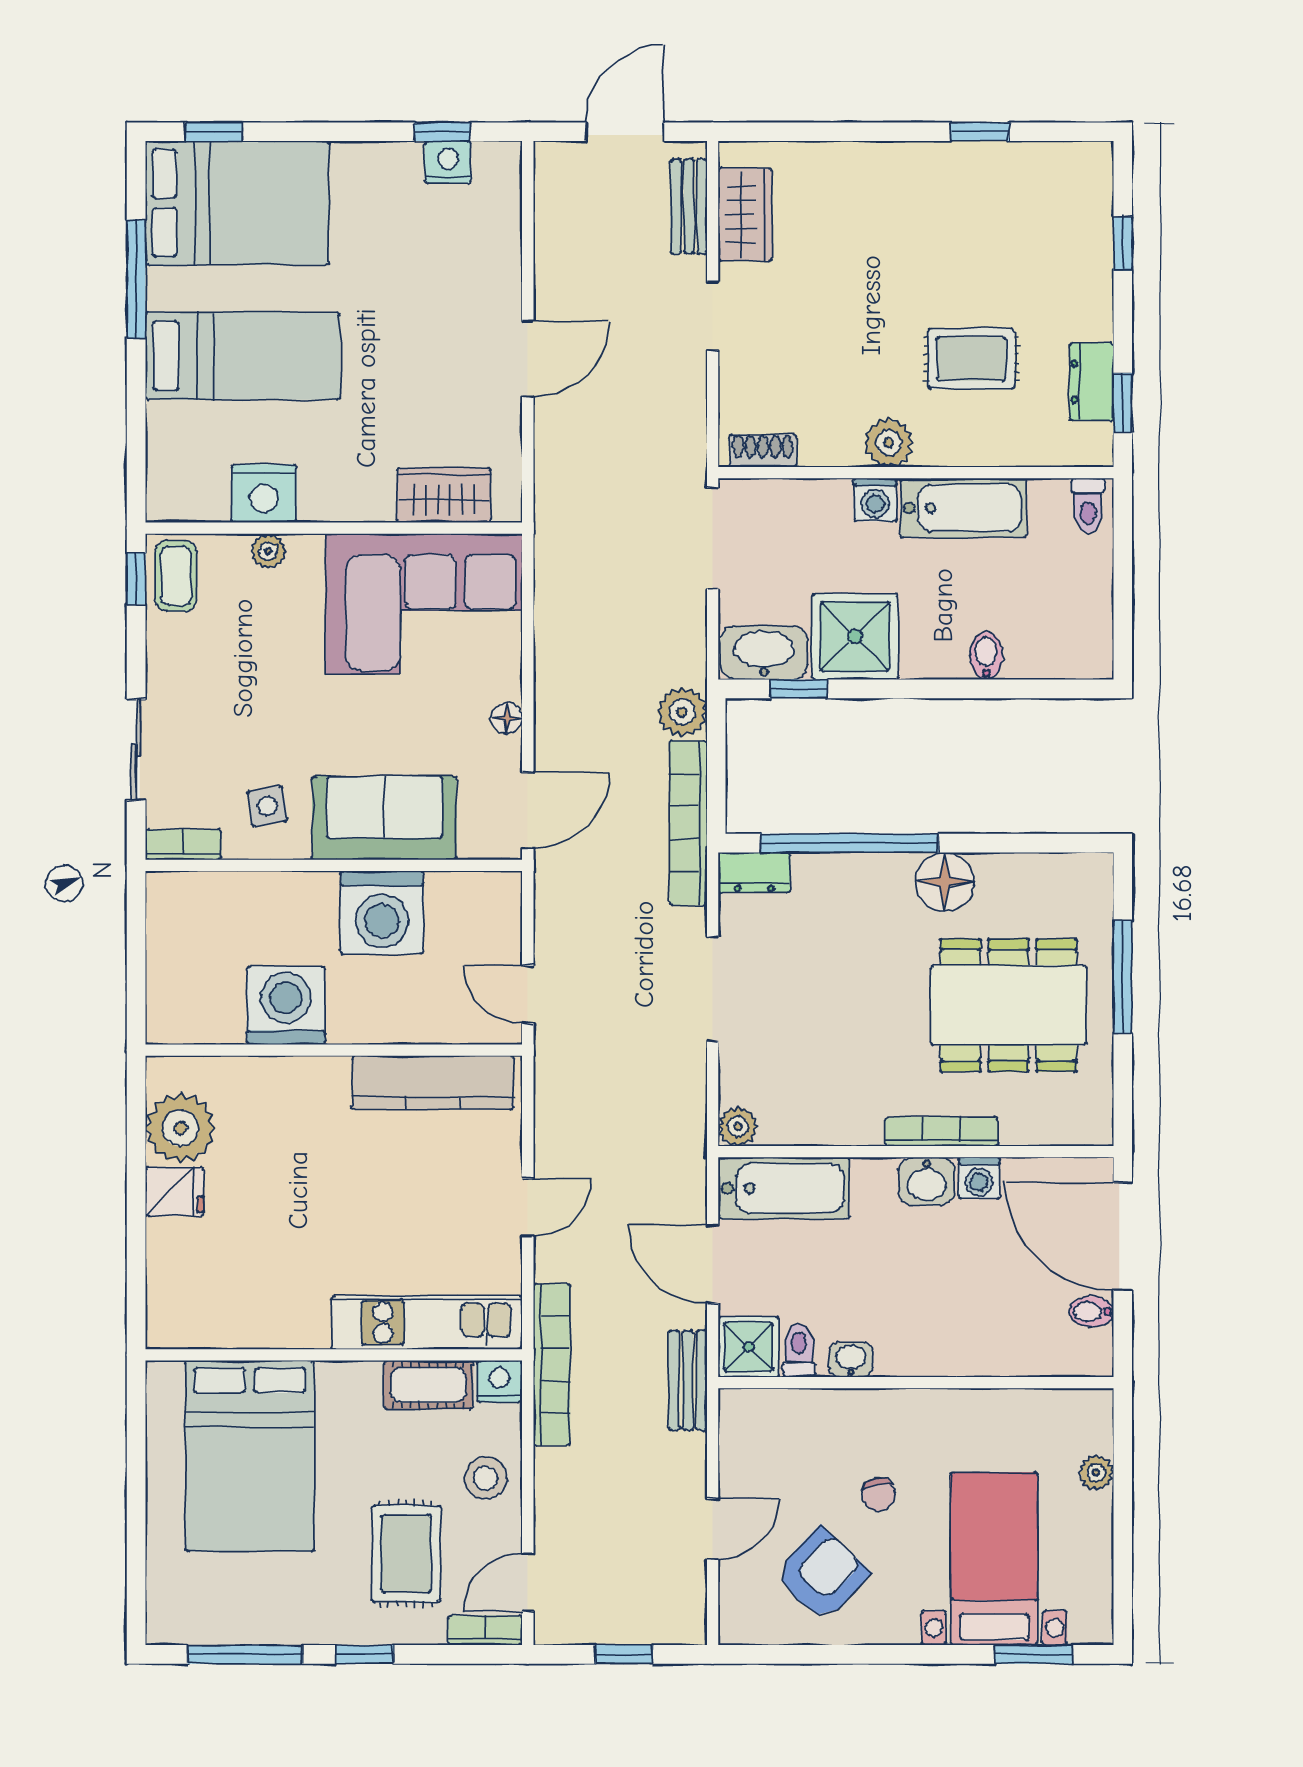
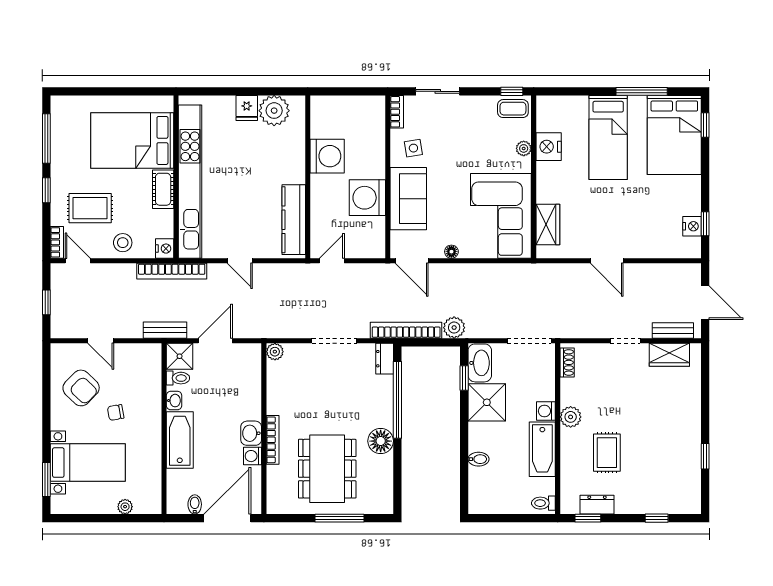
bathtub: (784, 1188) -> (180, 440), moved, turned 180
kitchen unit: (427, 1323) -> (190, 182), width x1.86
cot: (428, 1385) -> (163, 189), moved

